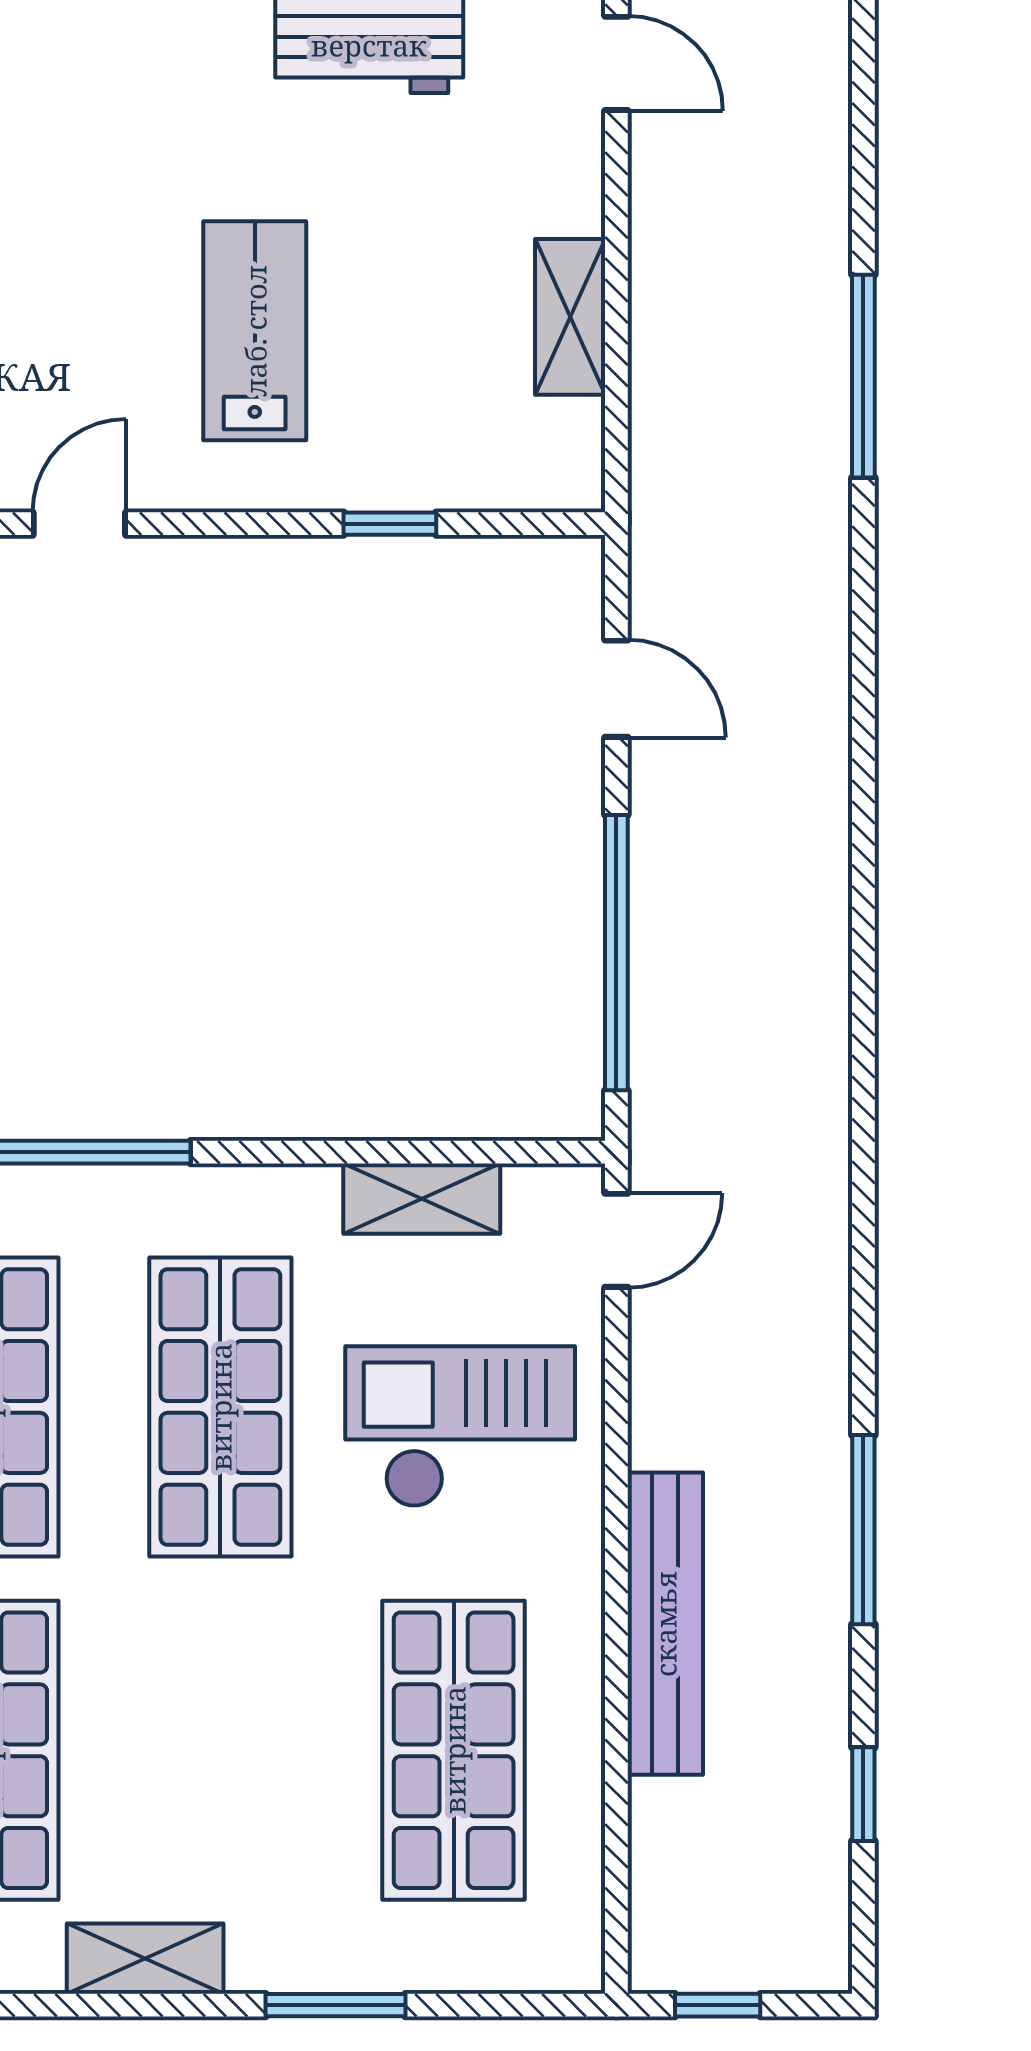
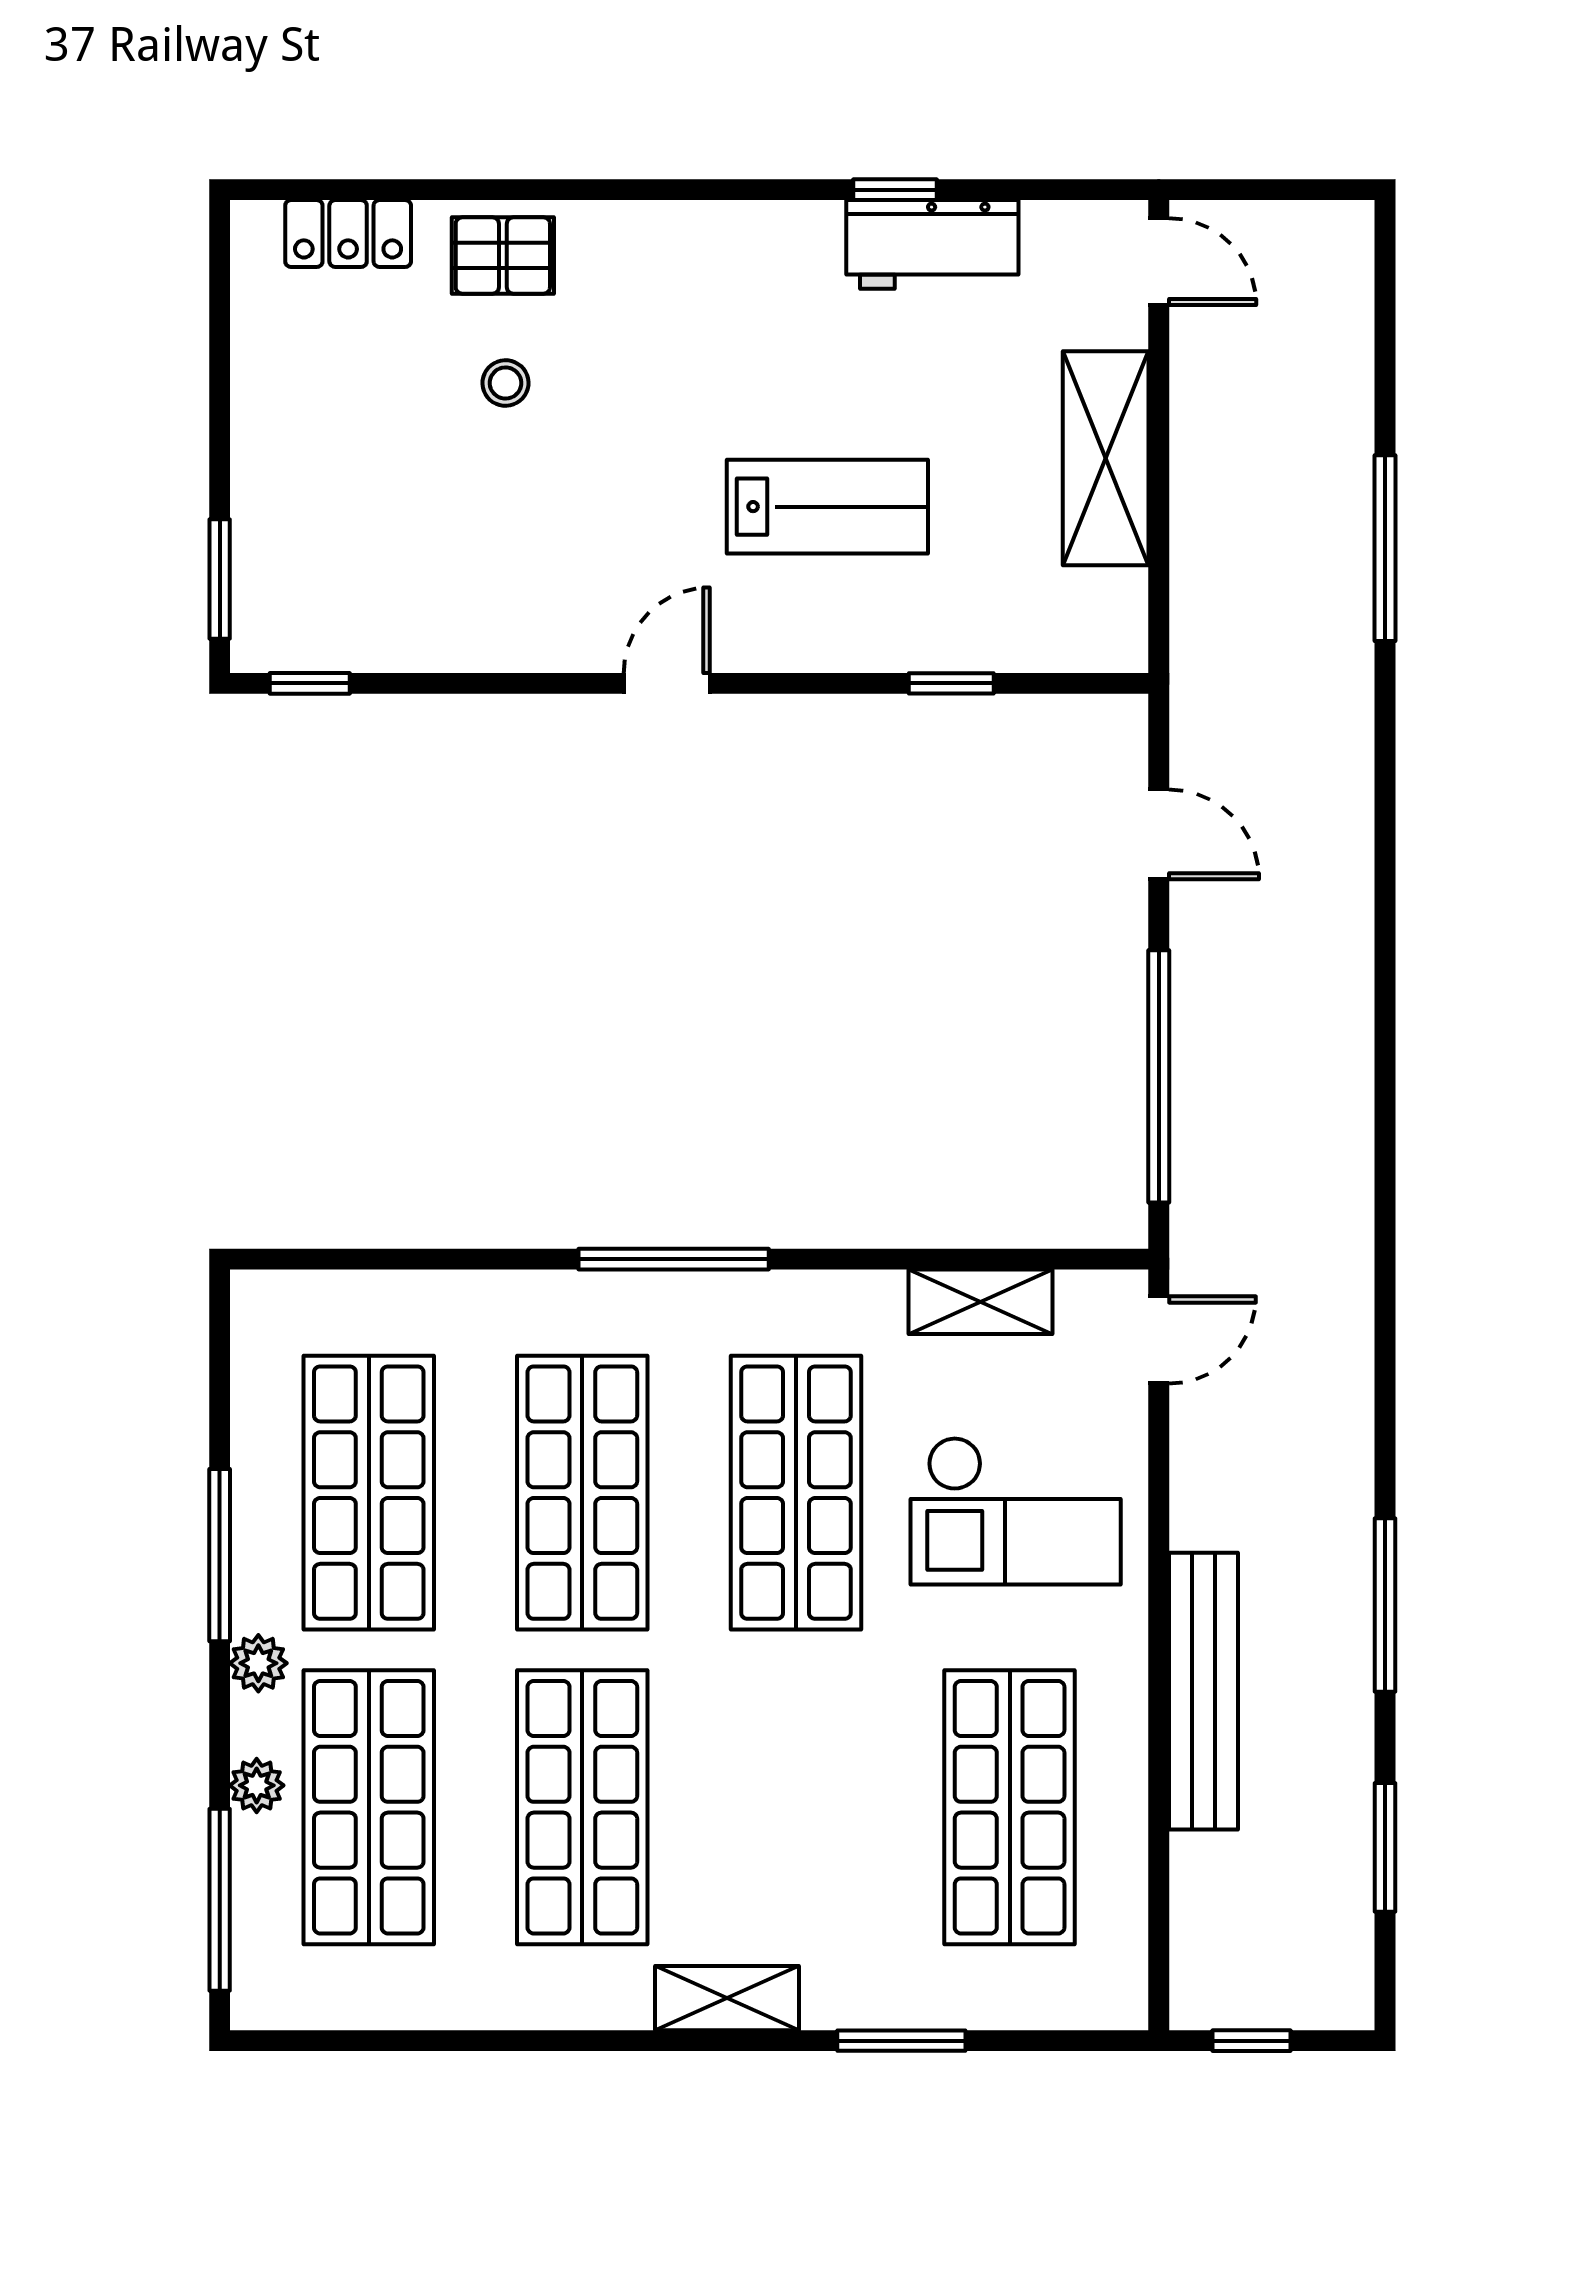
shelving: (570, 317) -> (1106, 458), width x1.50, depth x1.33
lab bench: (255, 331) -> (827, 507), turned 90
checkout: (460, 1427) -> (1016, 1511), turned 180
window: (863, 1794) -> (1385, 1847), width x1.50

